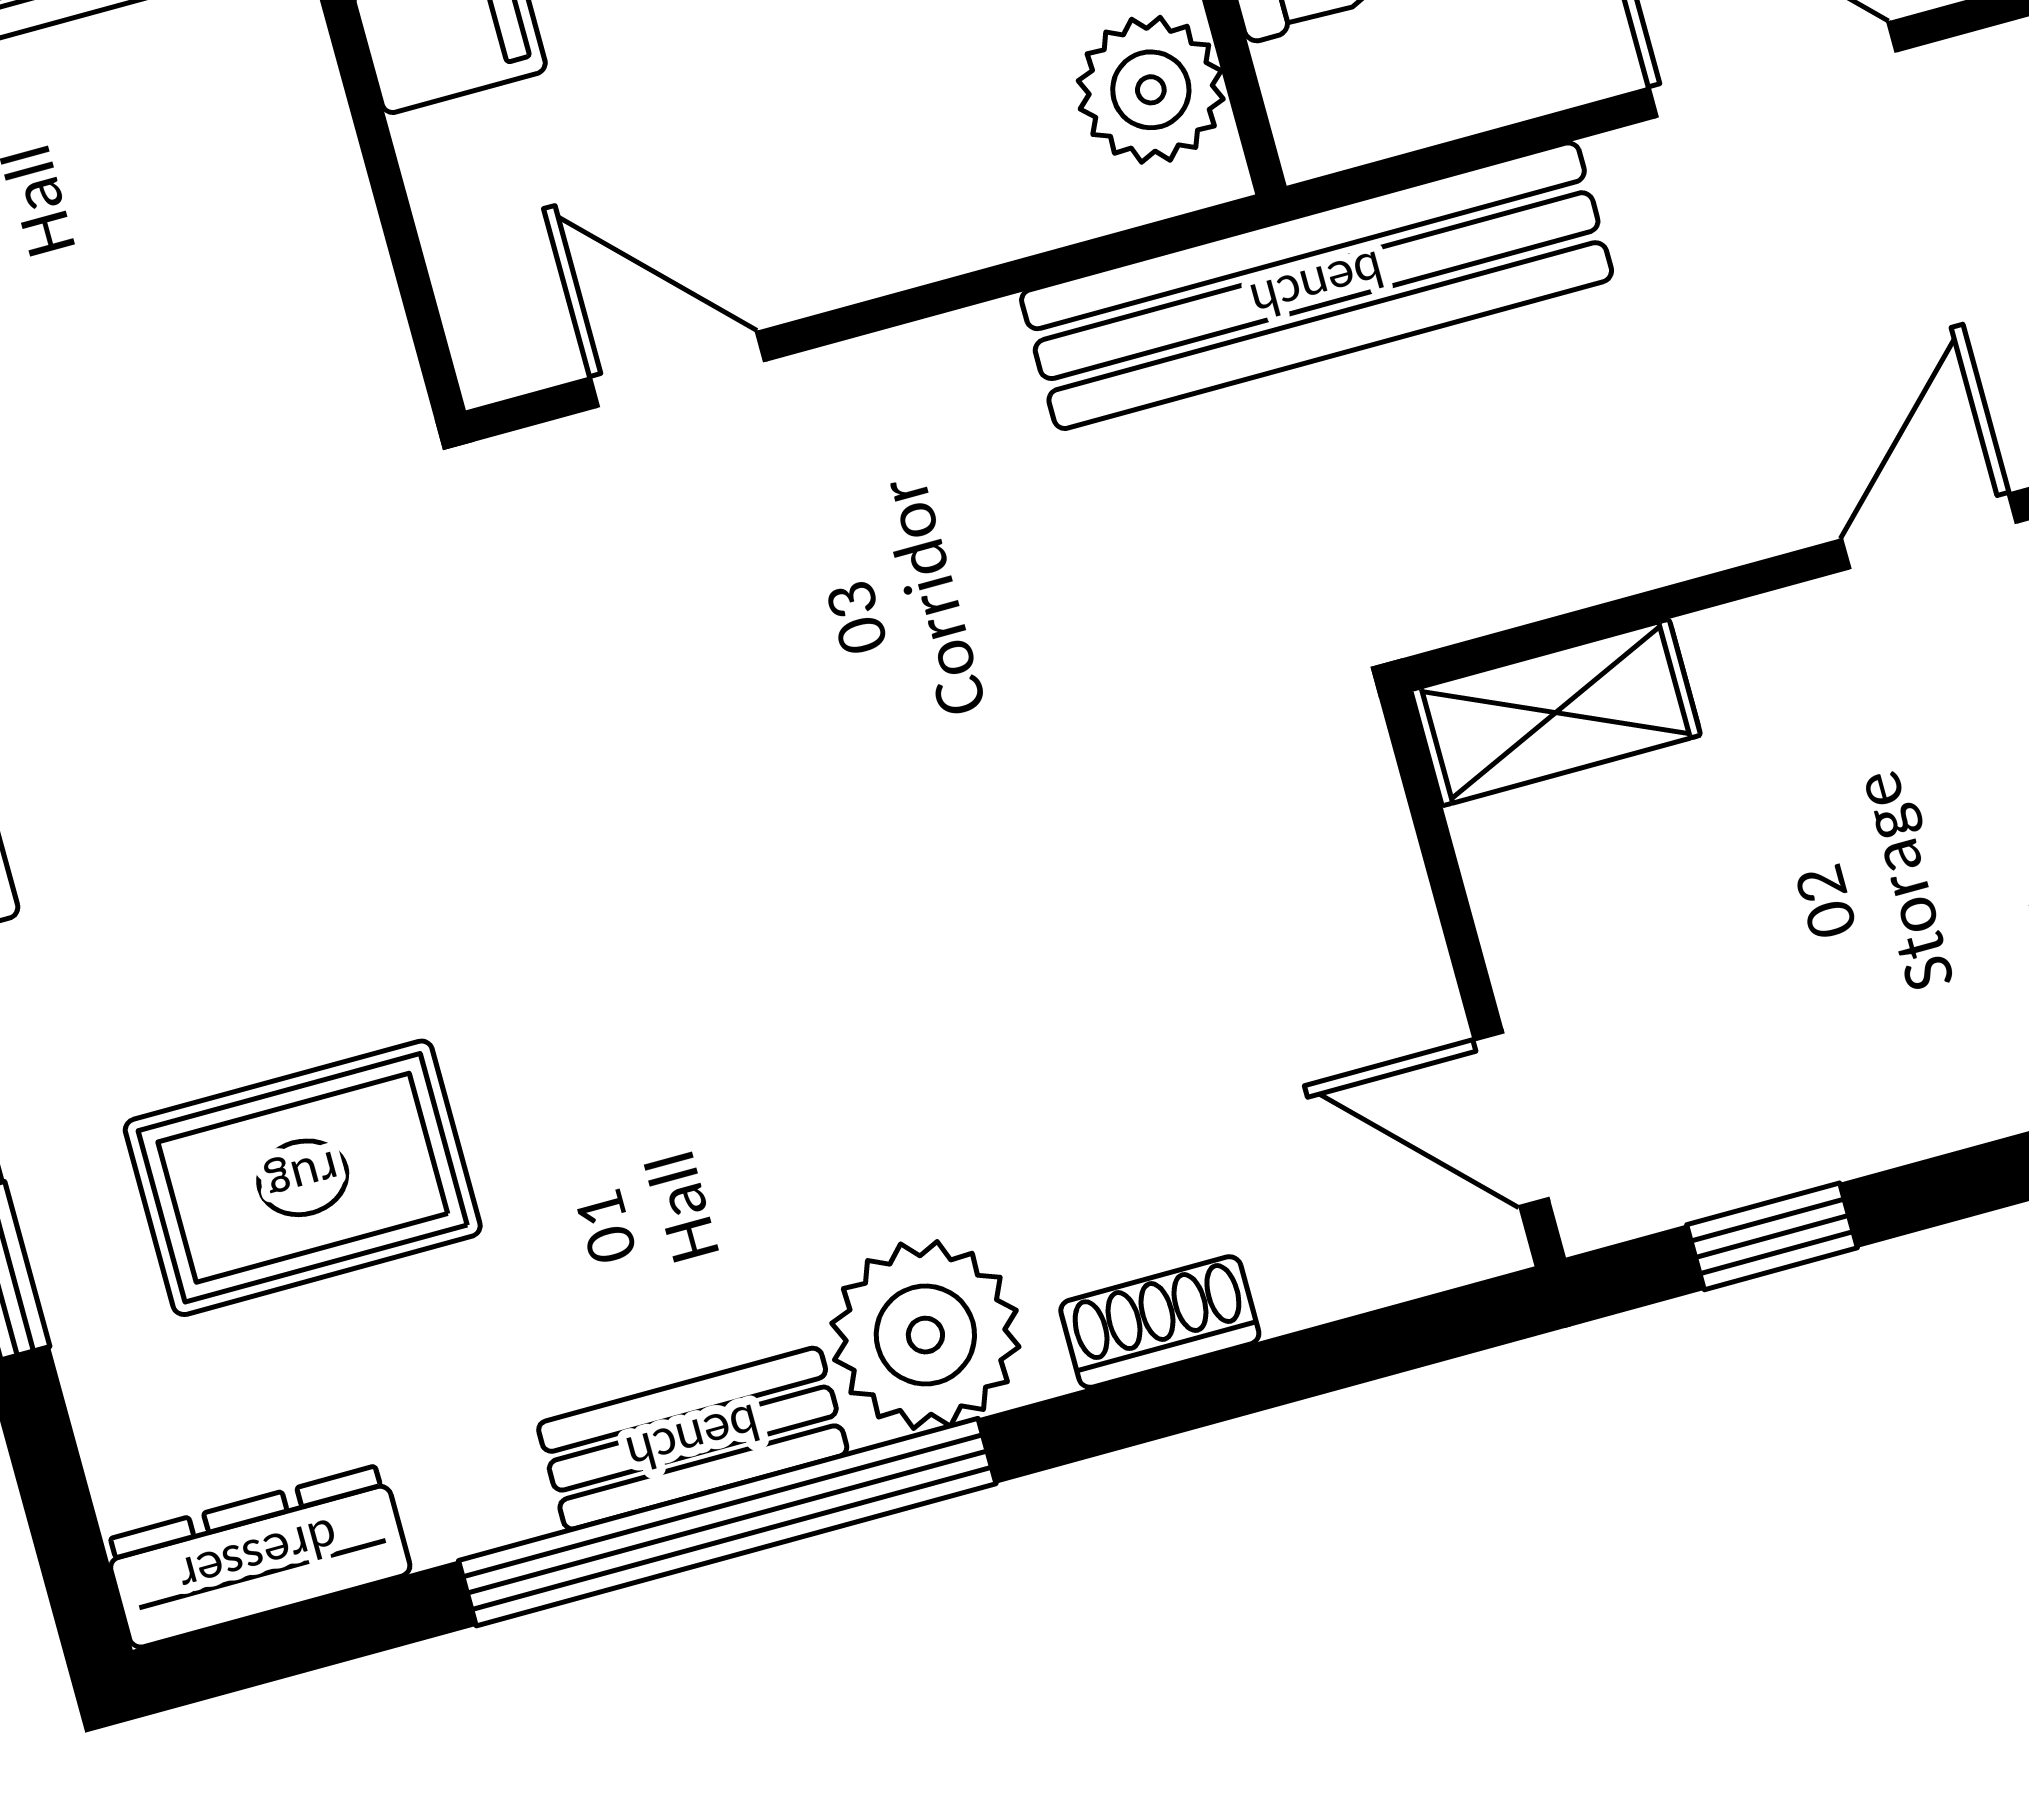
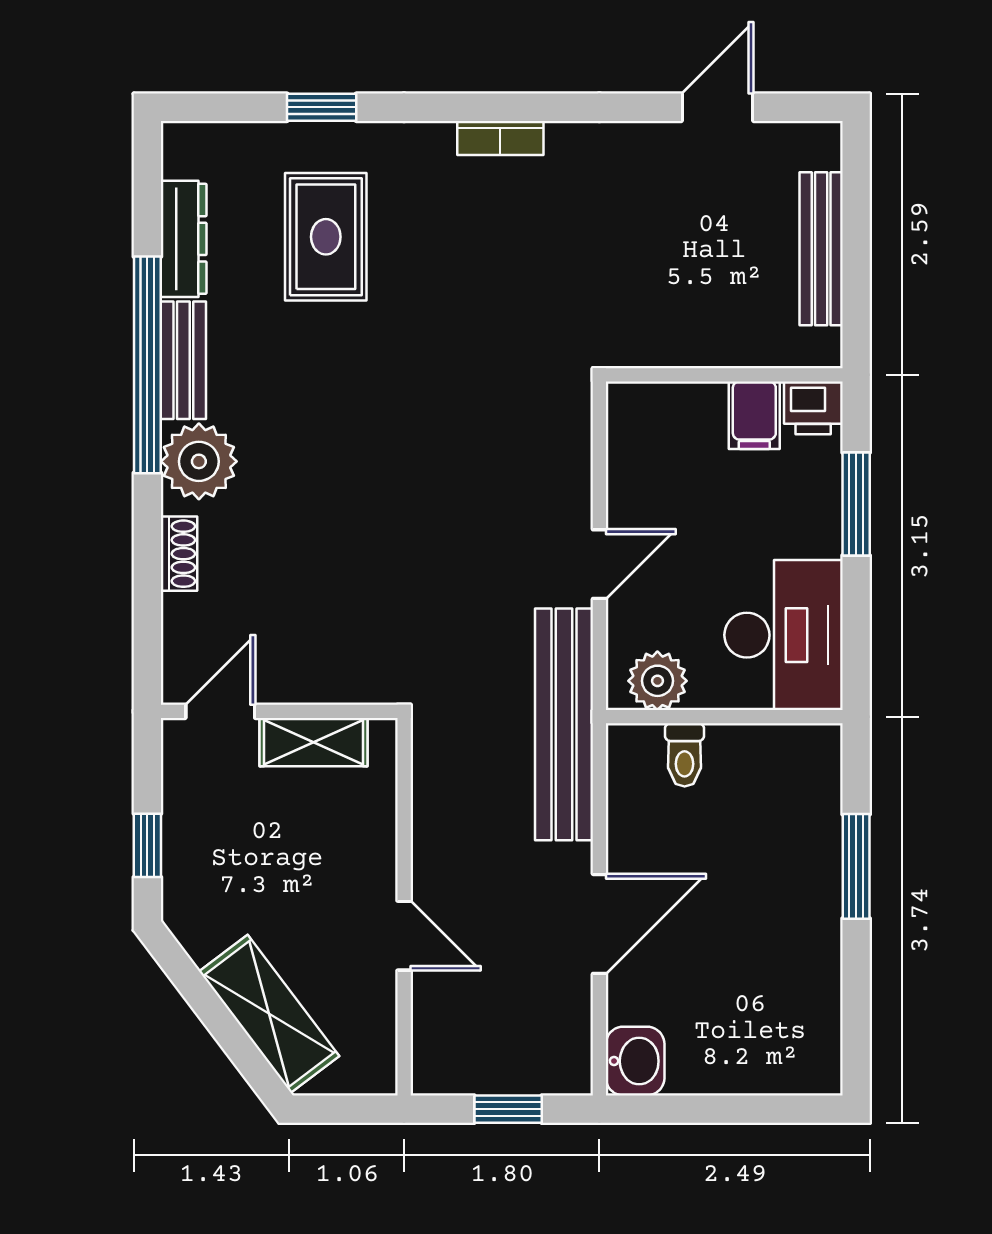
door: (677, 369) -> (599, 564), moved
shelving: (1556, 712) -> (314, 742), moved, turned 90
window: (1772, 1236) -> (147, 845), moved
dresser: (258, 1557) -> (184, 239), moved

